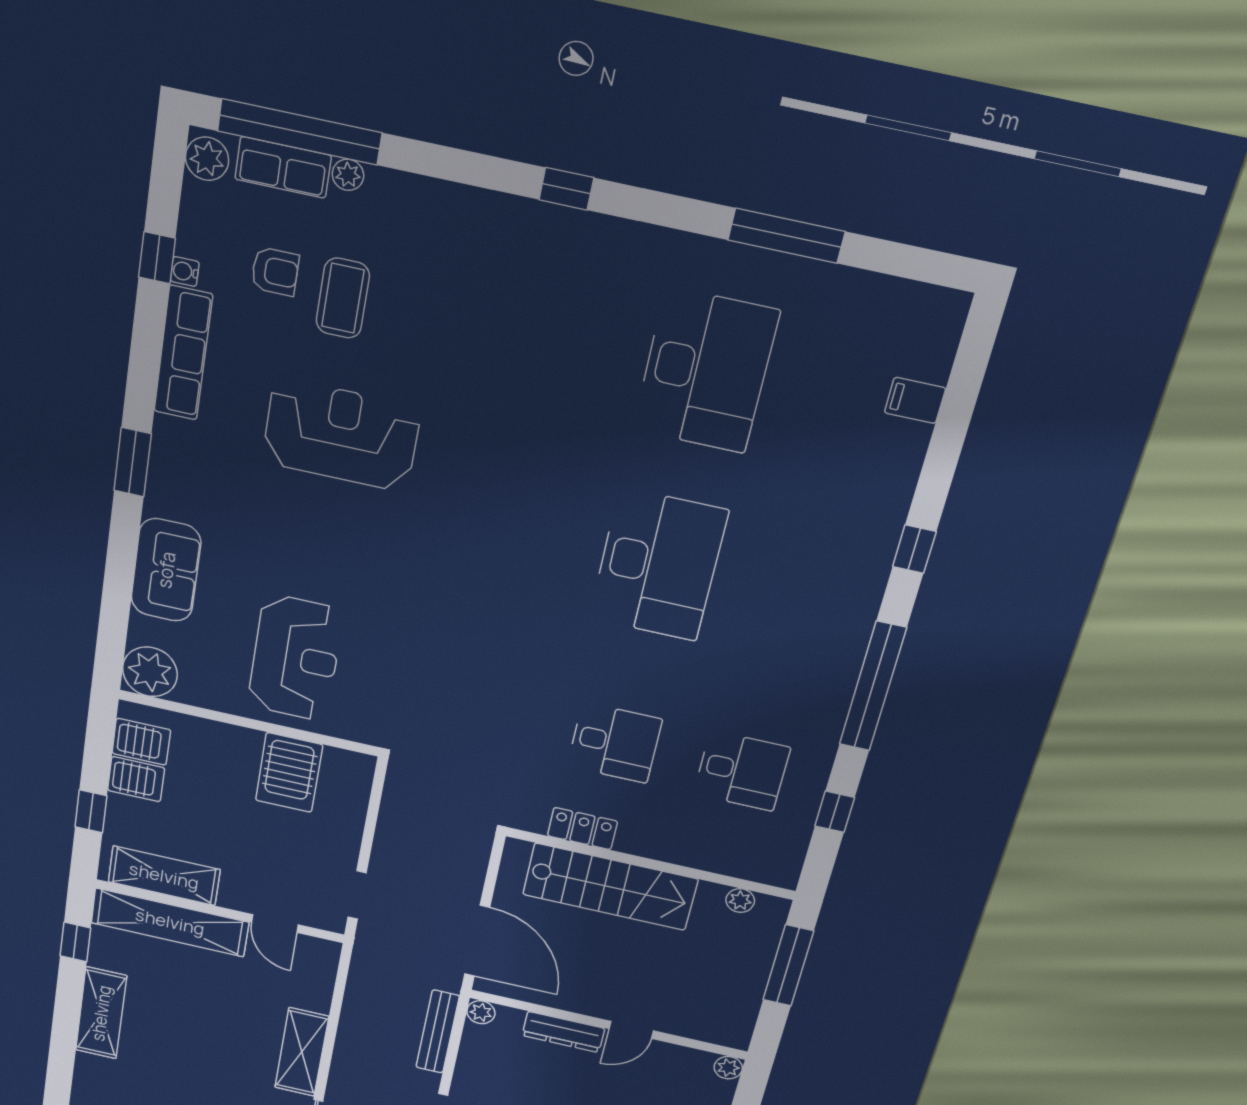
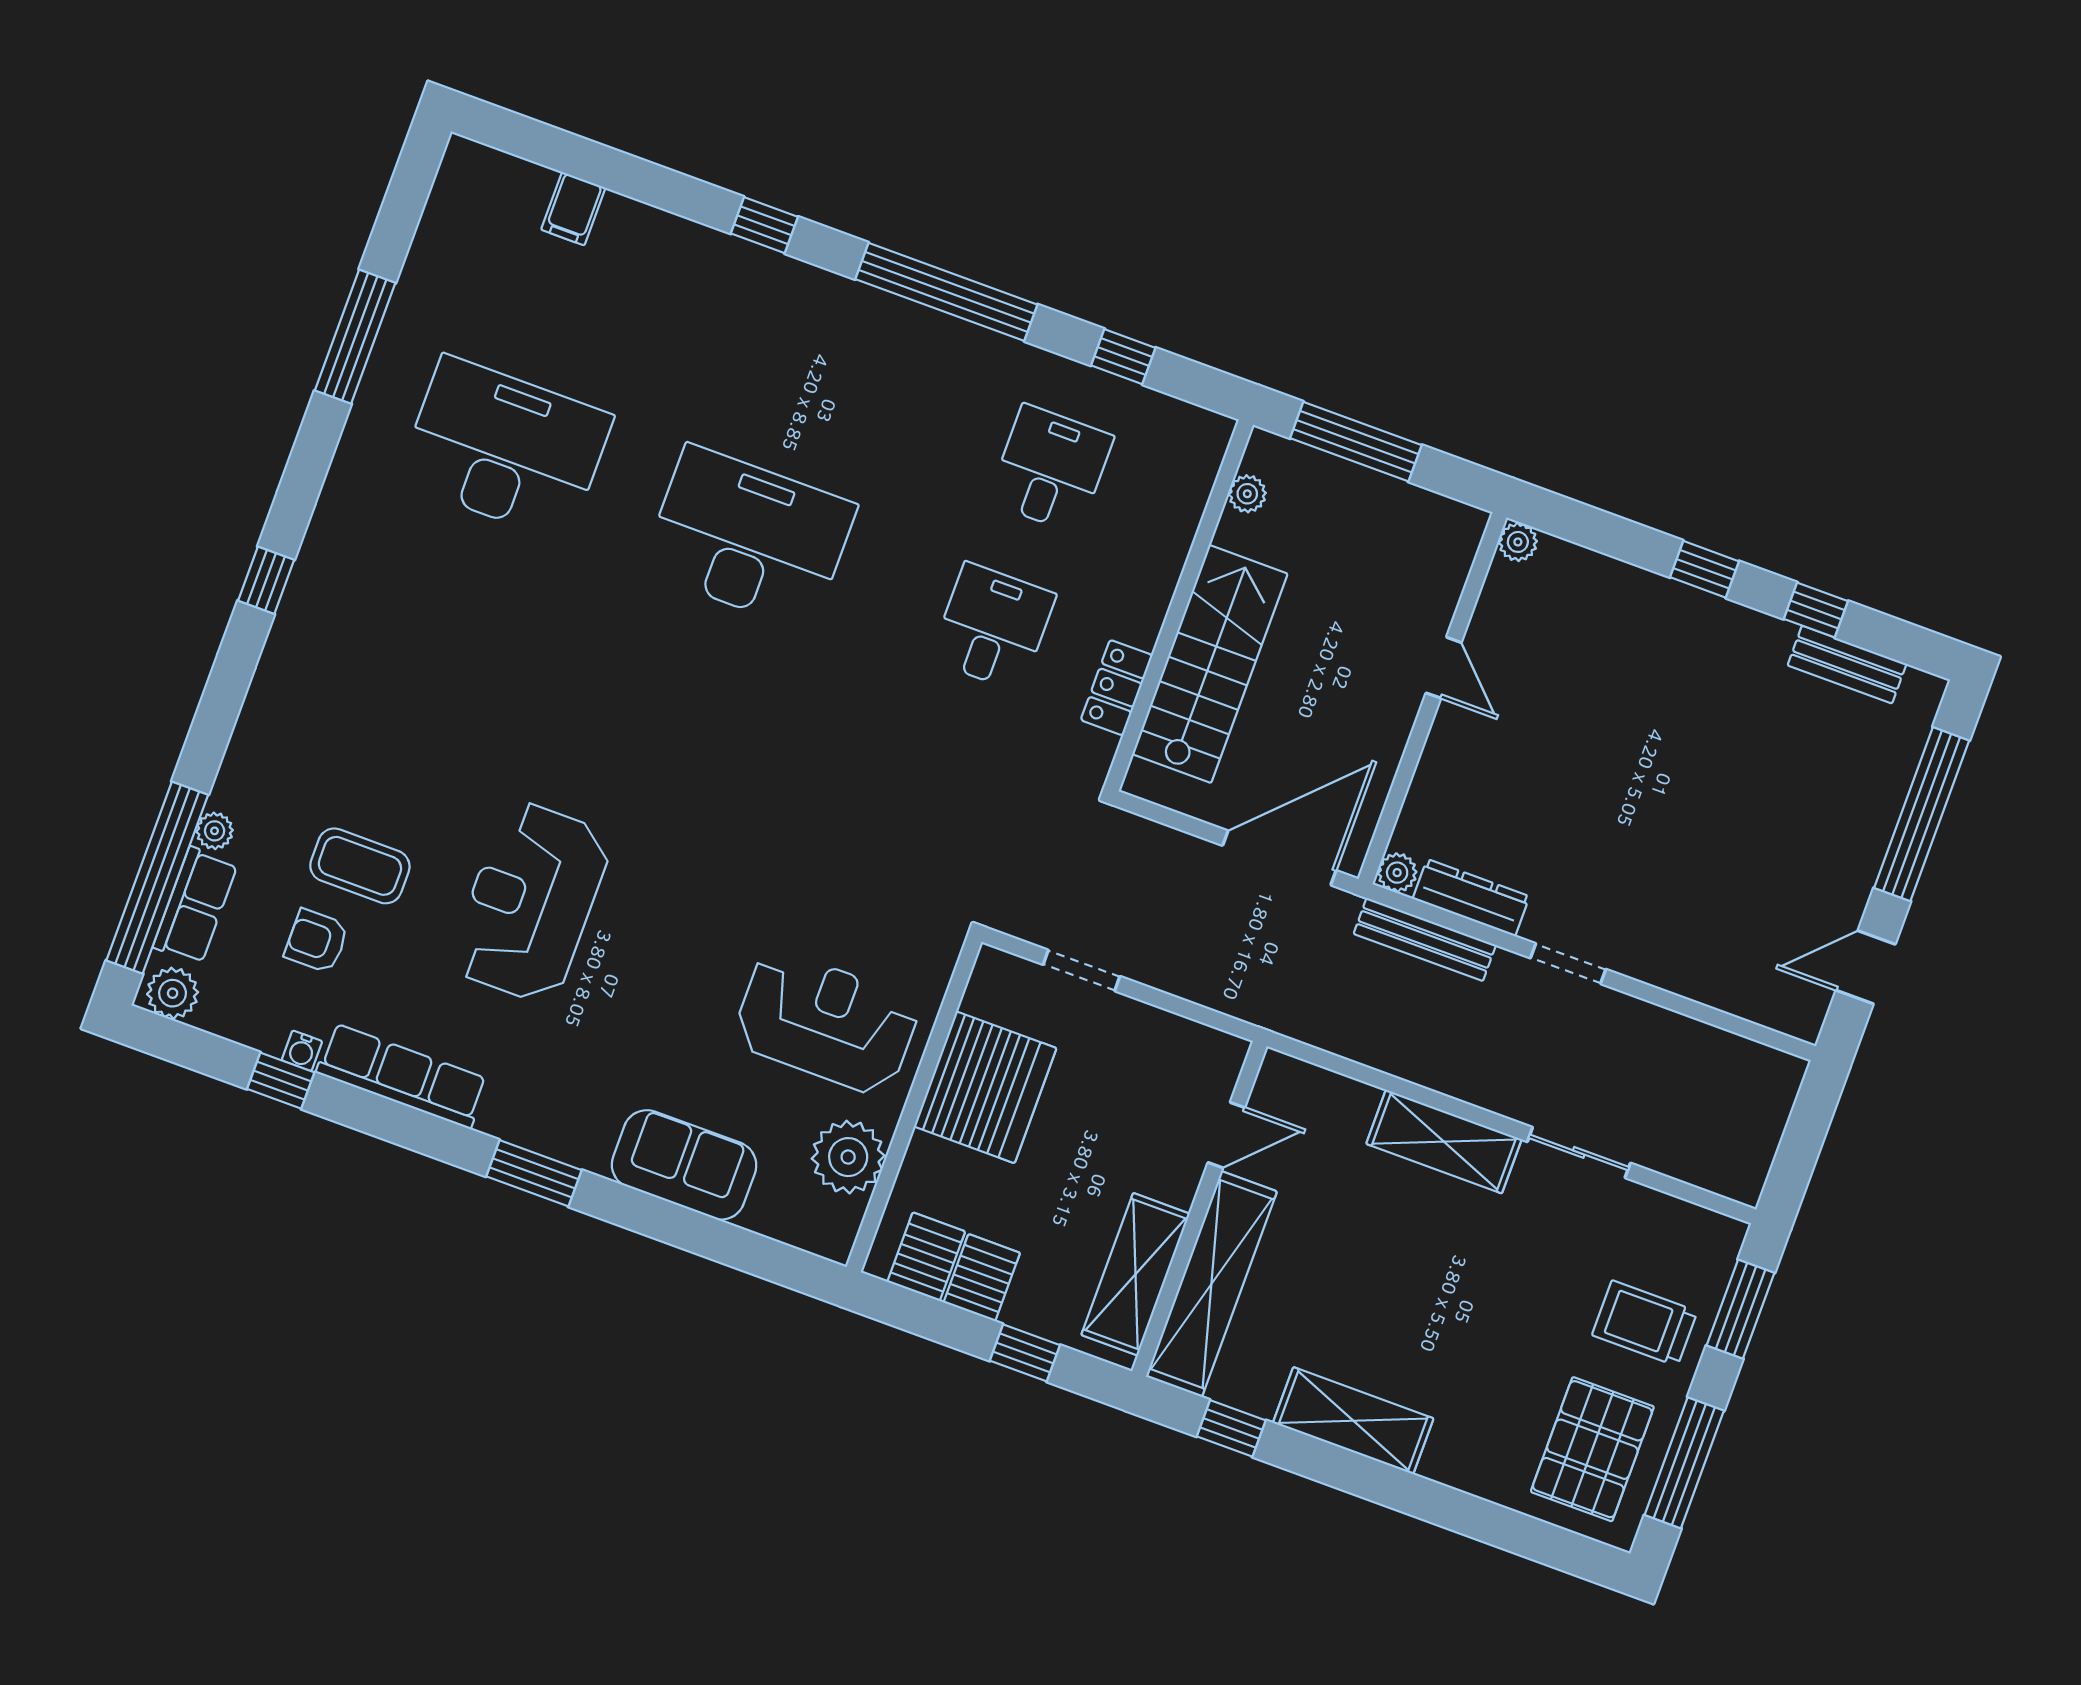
armchair: (275, 271) -> (317, 941), turned -90
plant: (150, 672) -> (848, 1157), moved
server rack: (289, 773) -> (985, 1087), width x1.60
doorway: (357, 895) -> (1082, 970), moved
dresser: (563, 1032) -> (1471, 898), moved, turned -90

